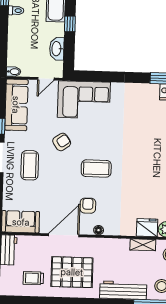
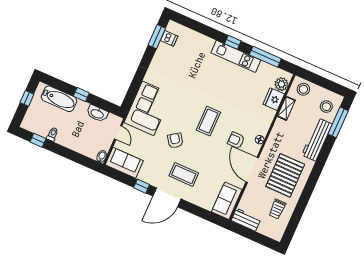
sofa: (16, 105) -> (124, 163), width x0.73

